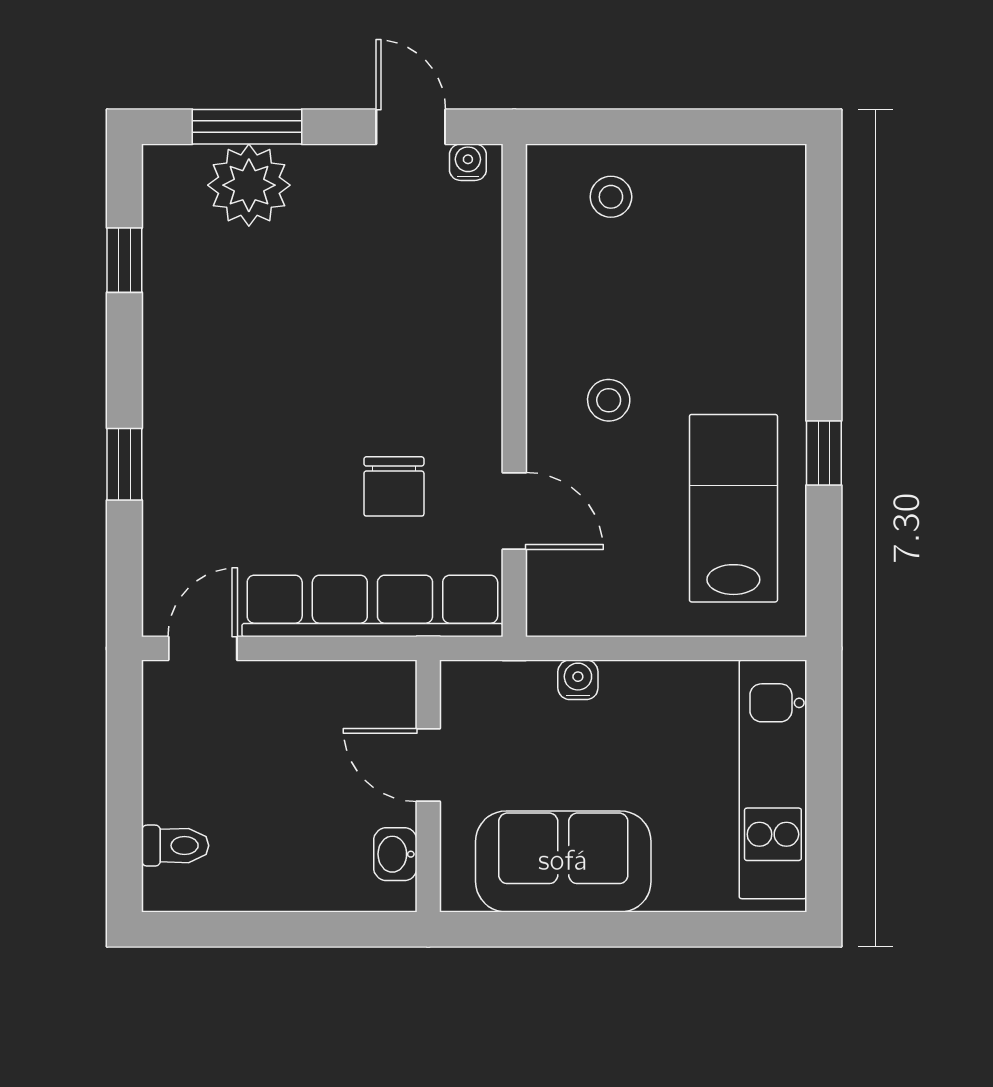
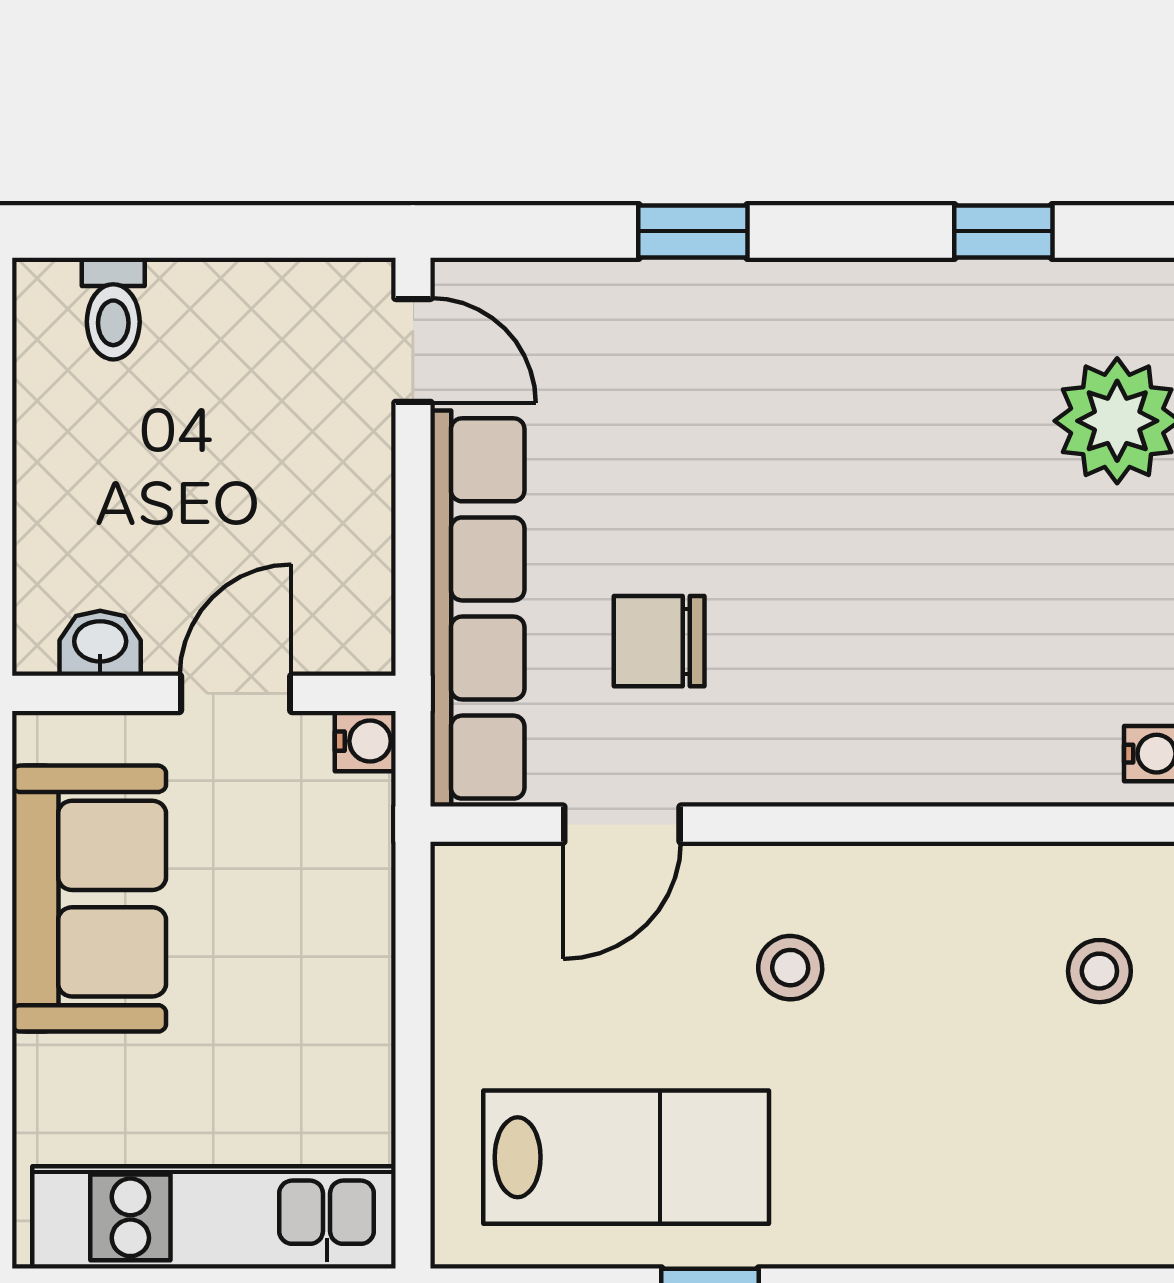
water cooler: (578, 680) -> (365, 741), moved

